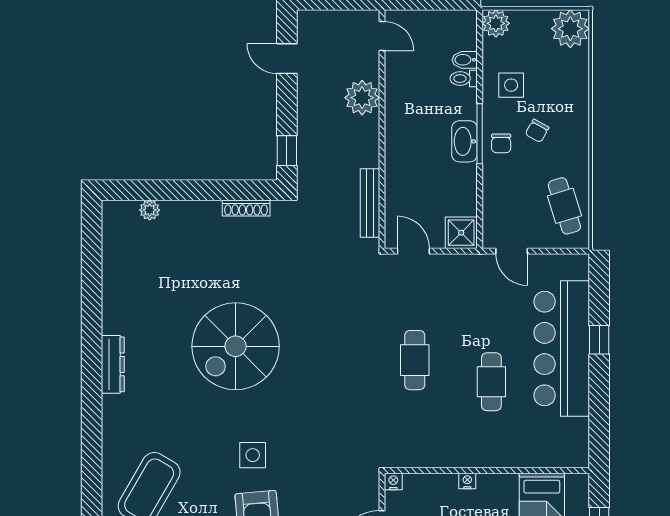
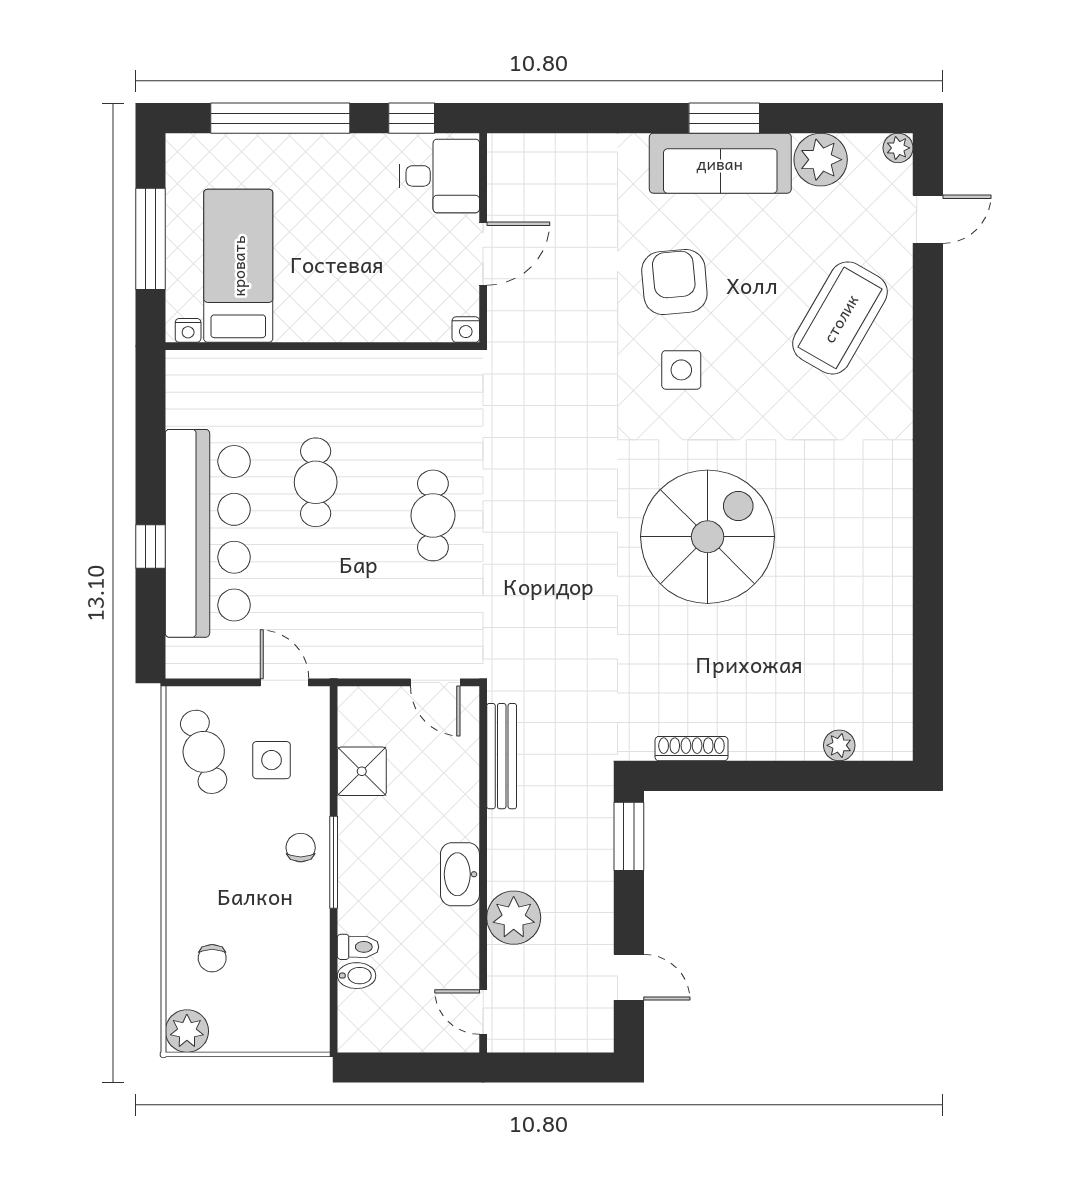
plant: (496, 23) -> (309, 1031), removed
plant: (570, 29) -> (187, 1031), width x0.73, depth x0.73
side table: (511, 85) -> (272, 760), moved
chair: (537, 131) -> (212, 958), moved, turned 151
washbasin: (465, 141) -> (460, 874), moved, turned 180
window: (287, 151) -> (629, 836), width x1.50
shower: (461, 233) -> (362, 771), moved
dresser: (113, 364) -> (896, 509), removed
nightstand: (467, 481) -> (188, 330), moved

